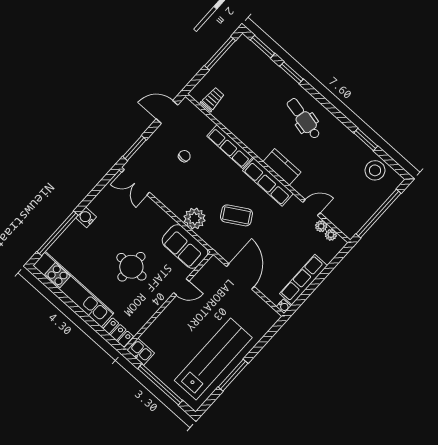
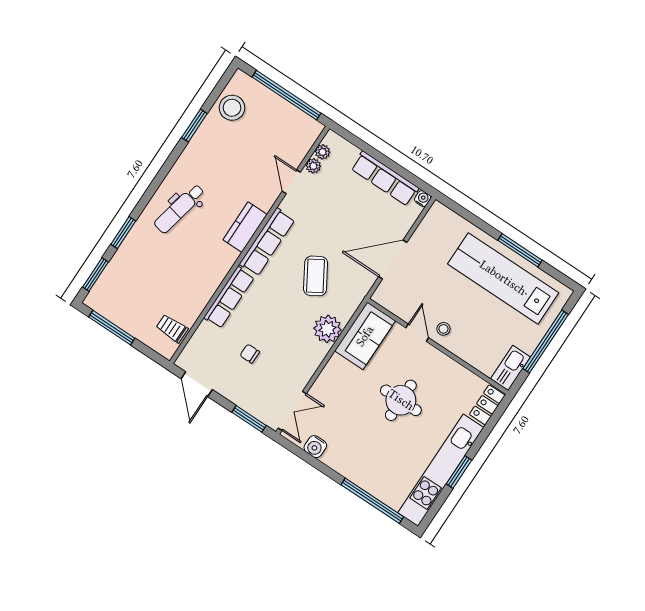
water cooler: (86, 217) -> (315, 447), moved
window: (70, 303) -> (459, 472), added
stool: (181, 308) -> (443, 329), added
kitchen sink: (141, 352) -> (510, 368), width x1.38

